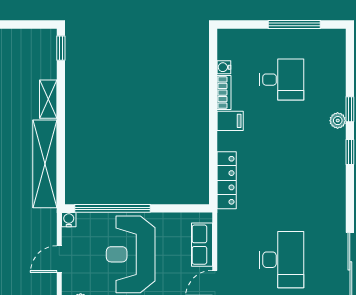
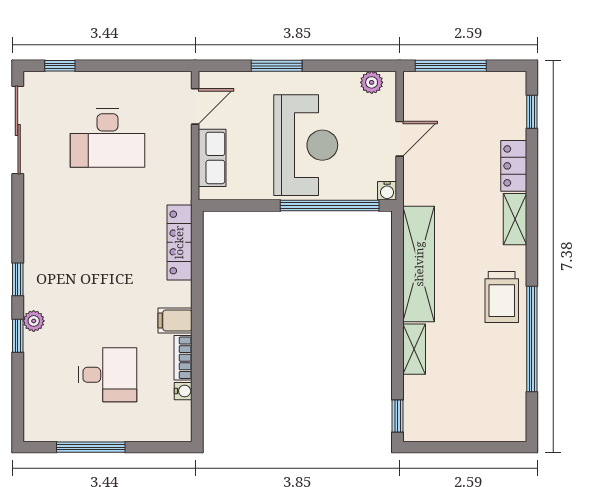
desk: (282, 80) -> (108, 375), turned 180
desk: (282, 260) -> (108, 138), turned -90

